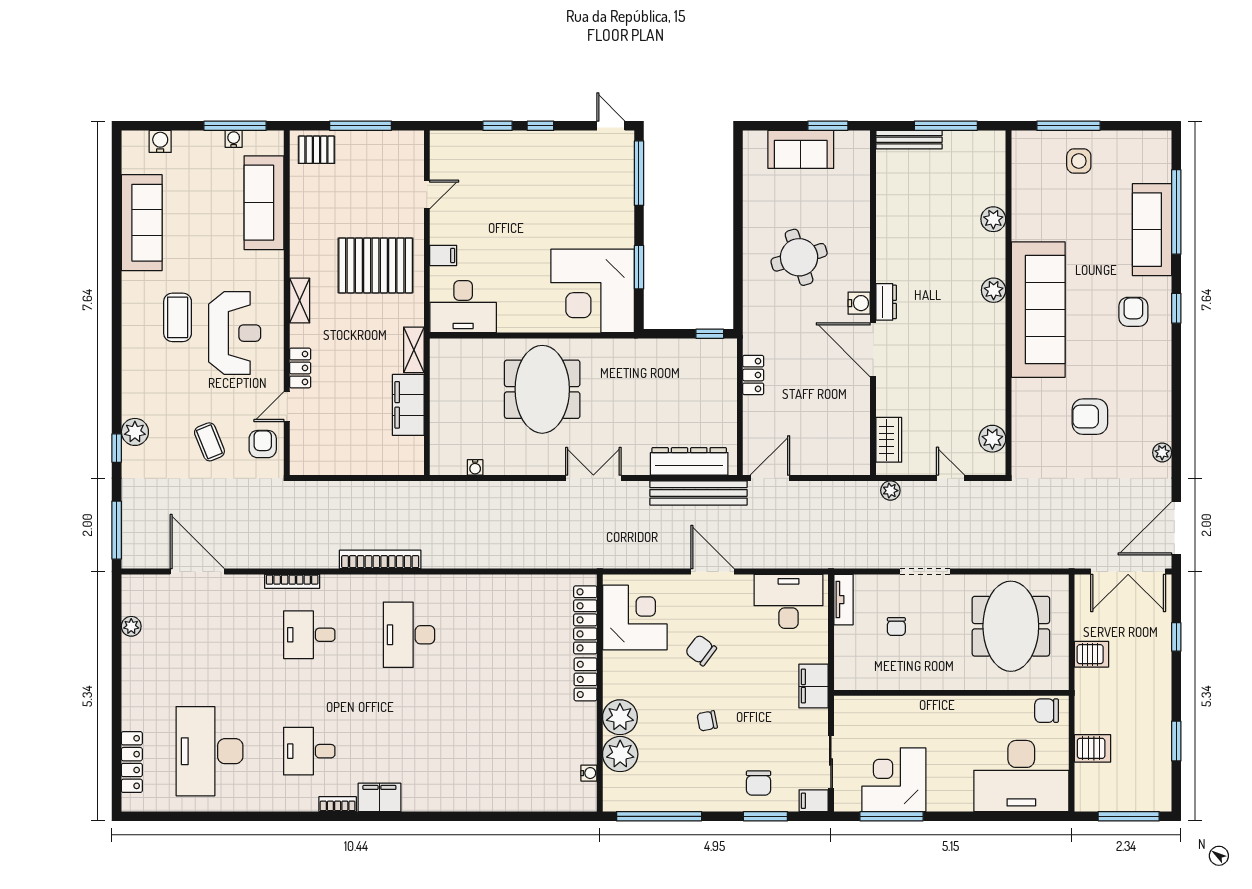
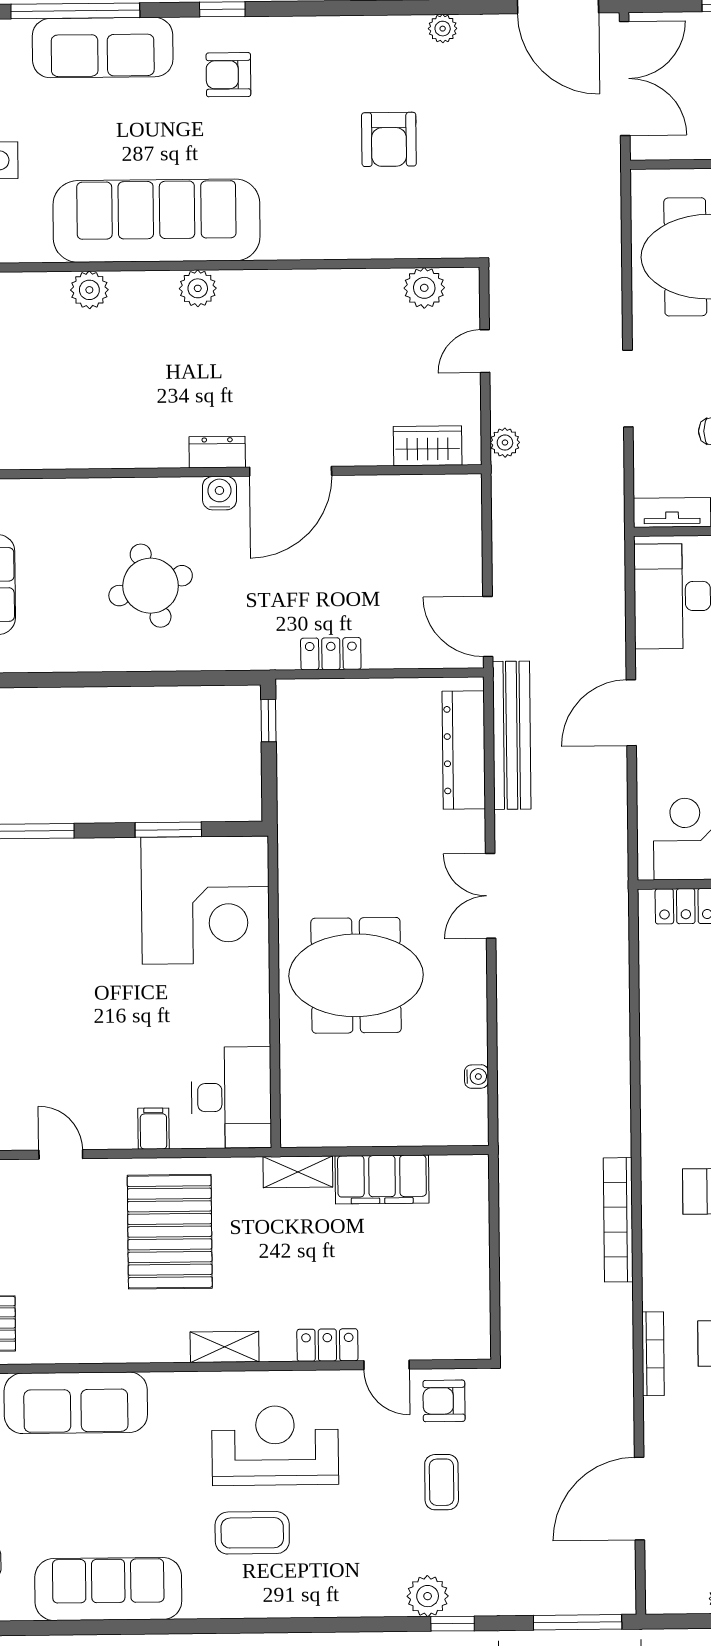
sofa: (1038, 310) -> (157, 221), moved
coffee table: (209, 442) -> (442, 1482), turned -68

